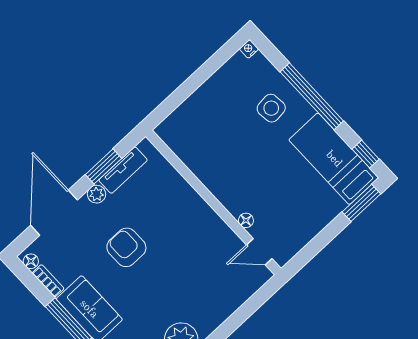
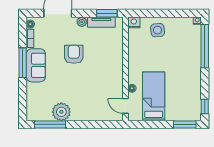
window: (312, 96) -> (205, 46), moved
side table: (271, 108) -> (158, 30), moved
nightstand: (167, 130) -> (134, 22), added
bed: (334, 159) -> (154, 96), moved
window: (103, 166) -> (107, 13), moved

